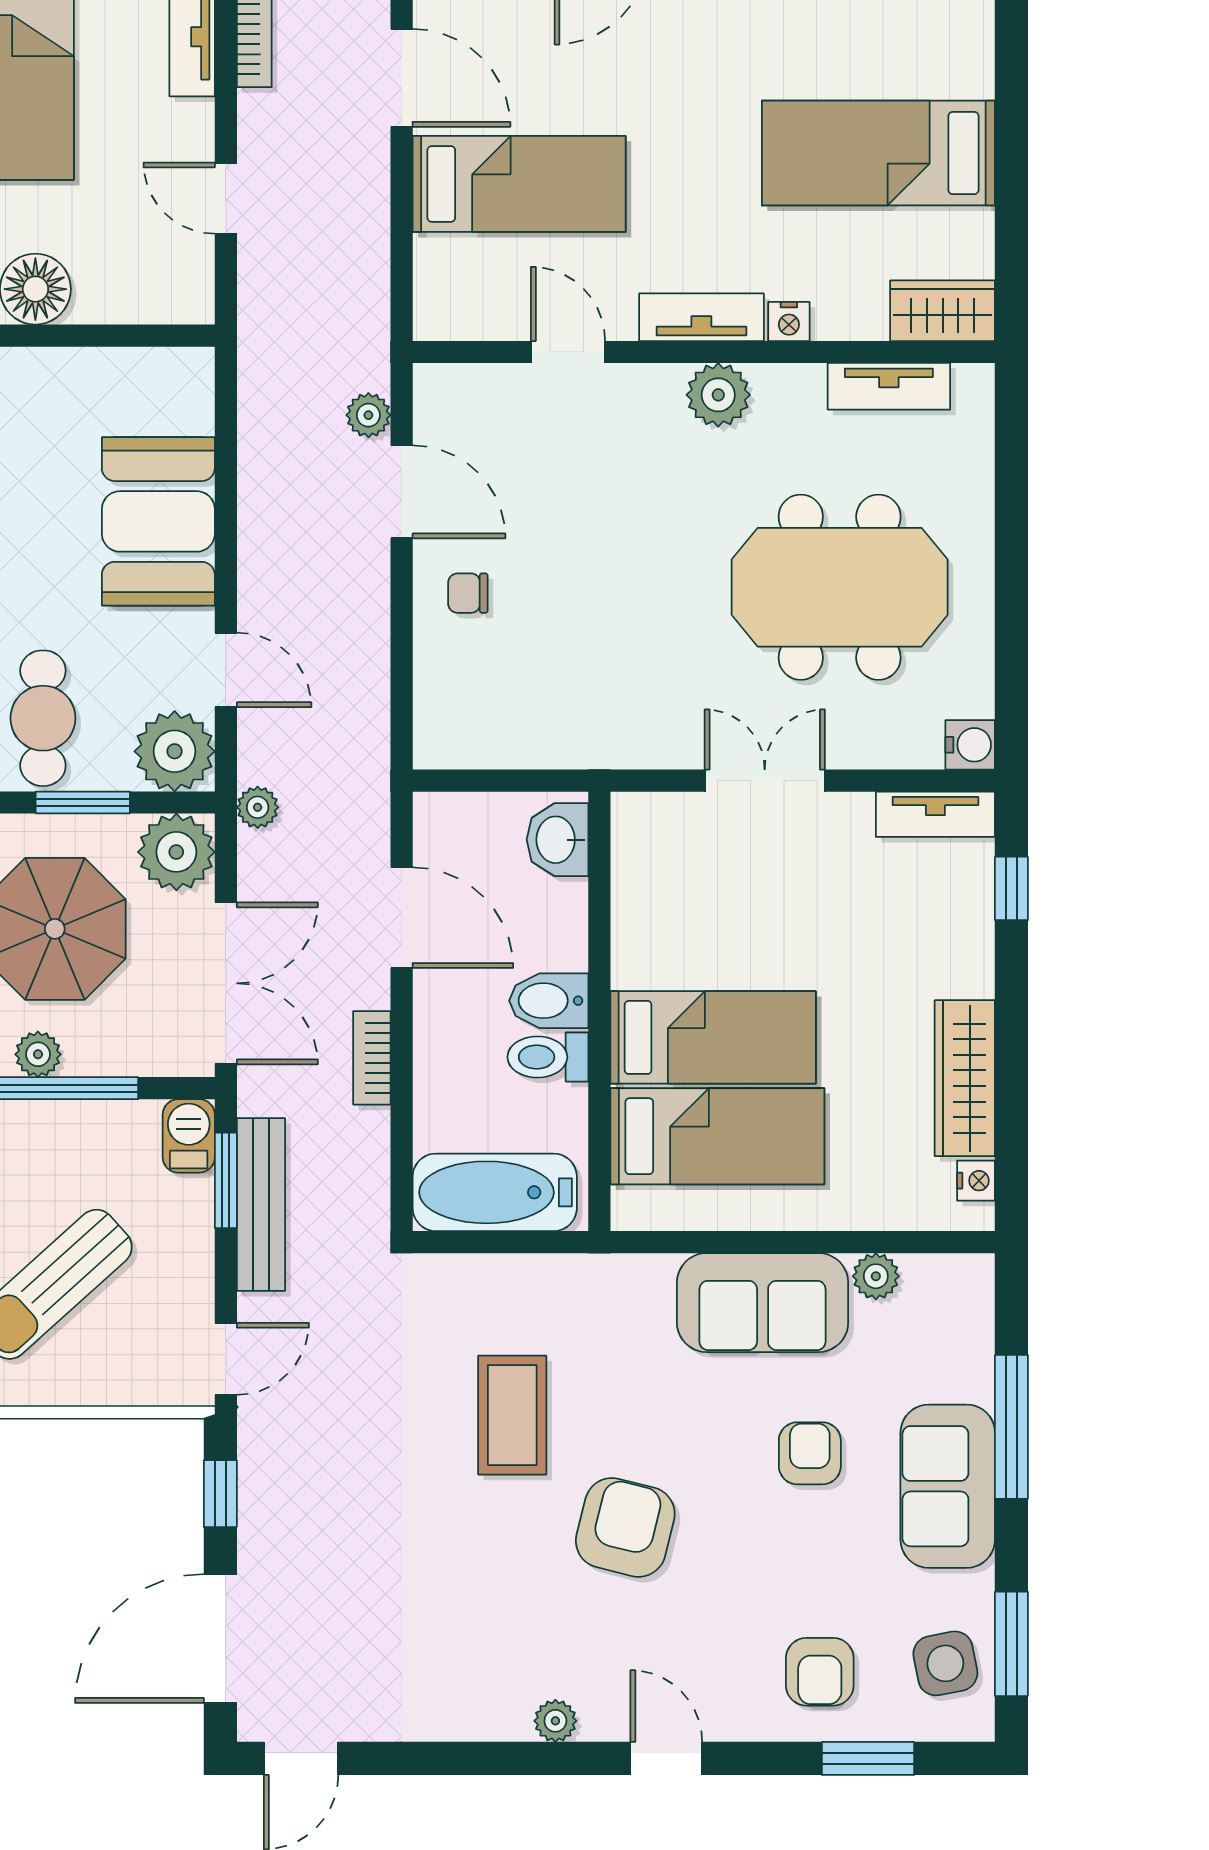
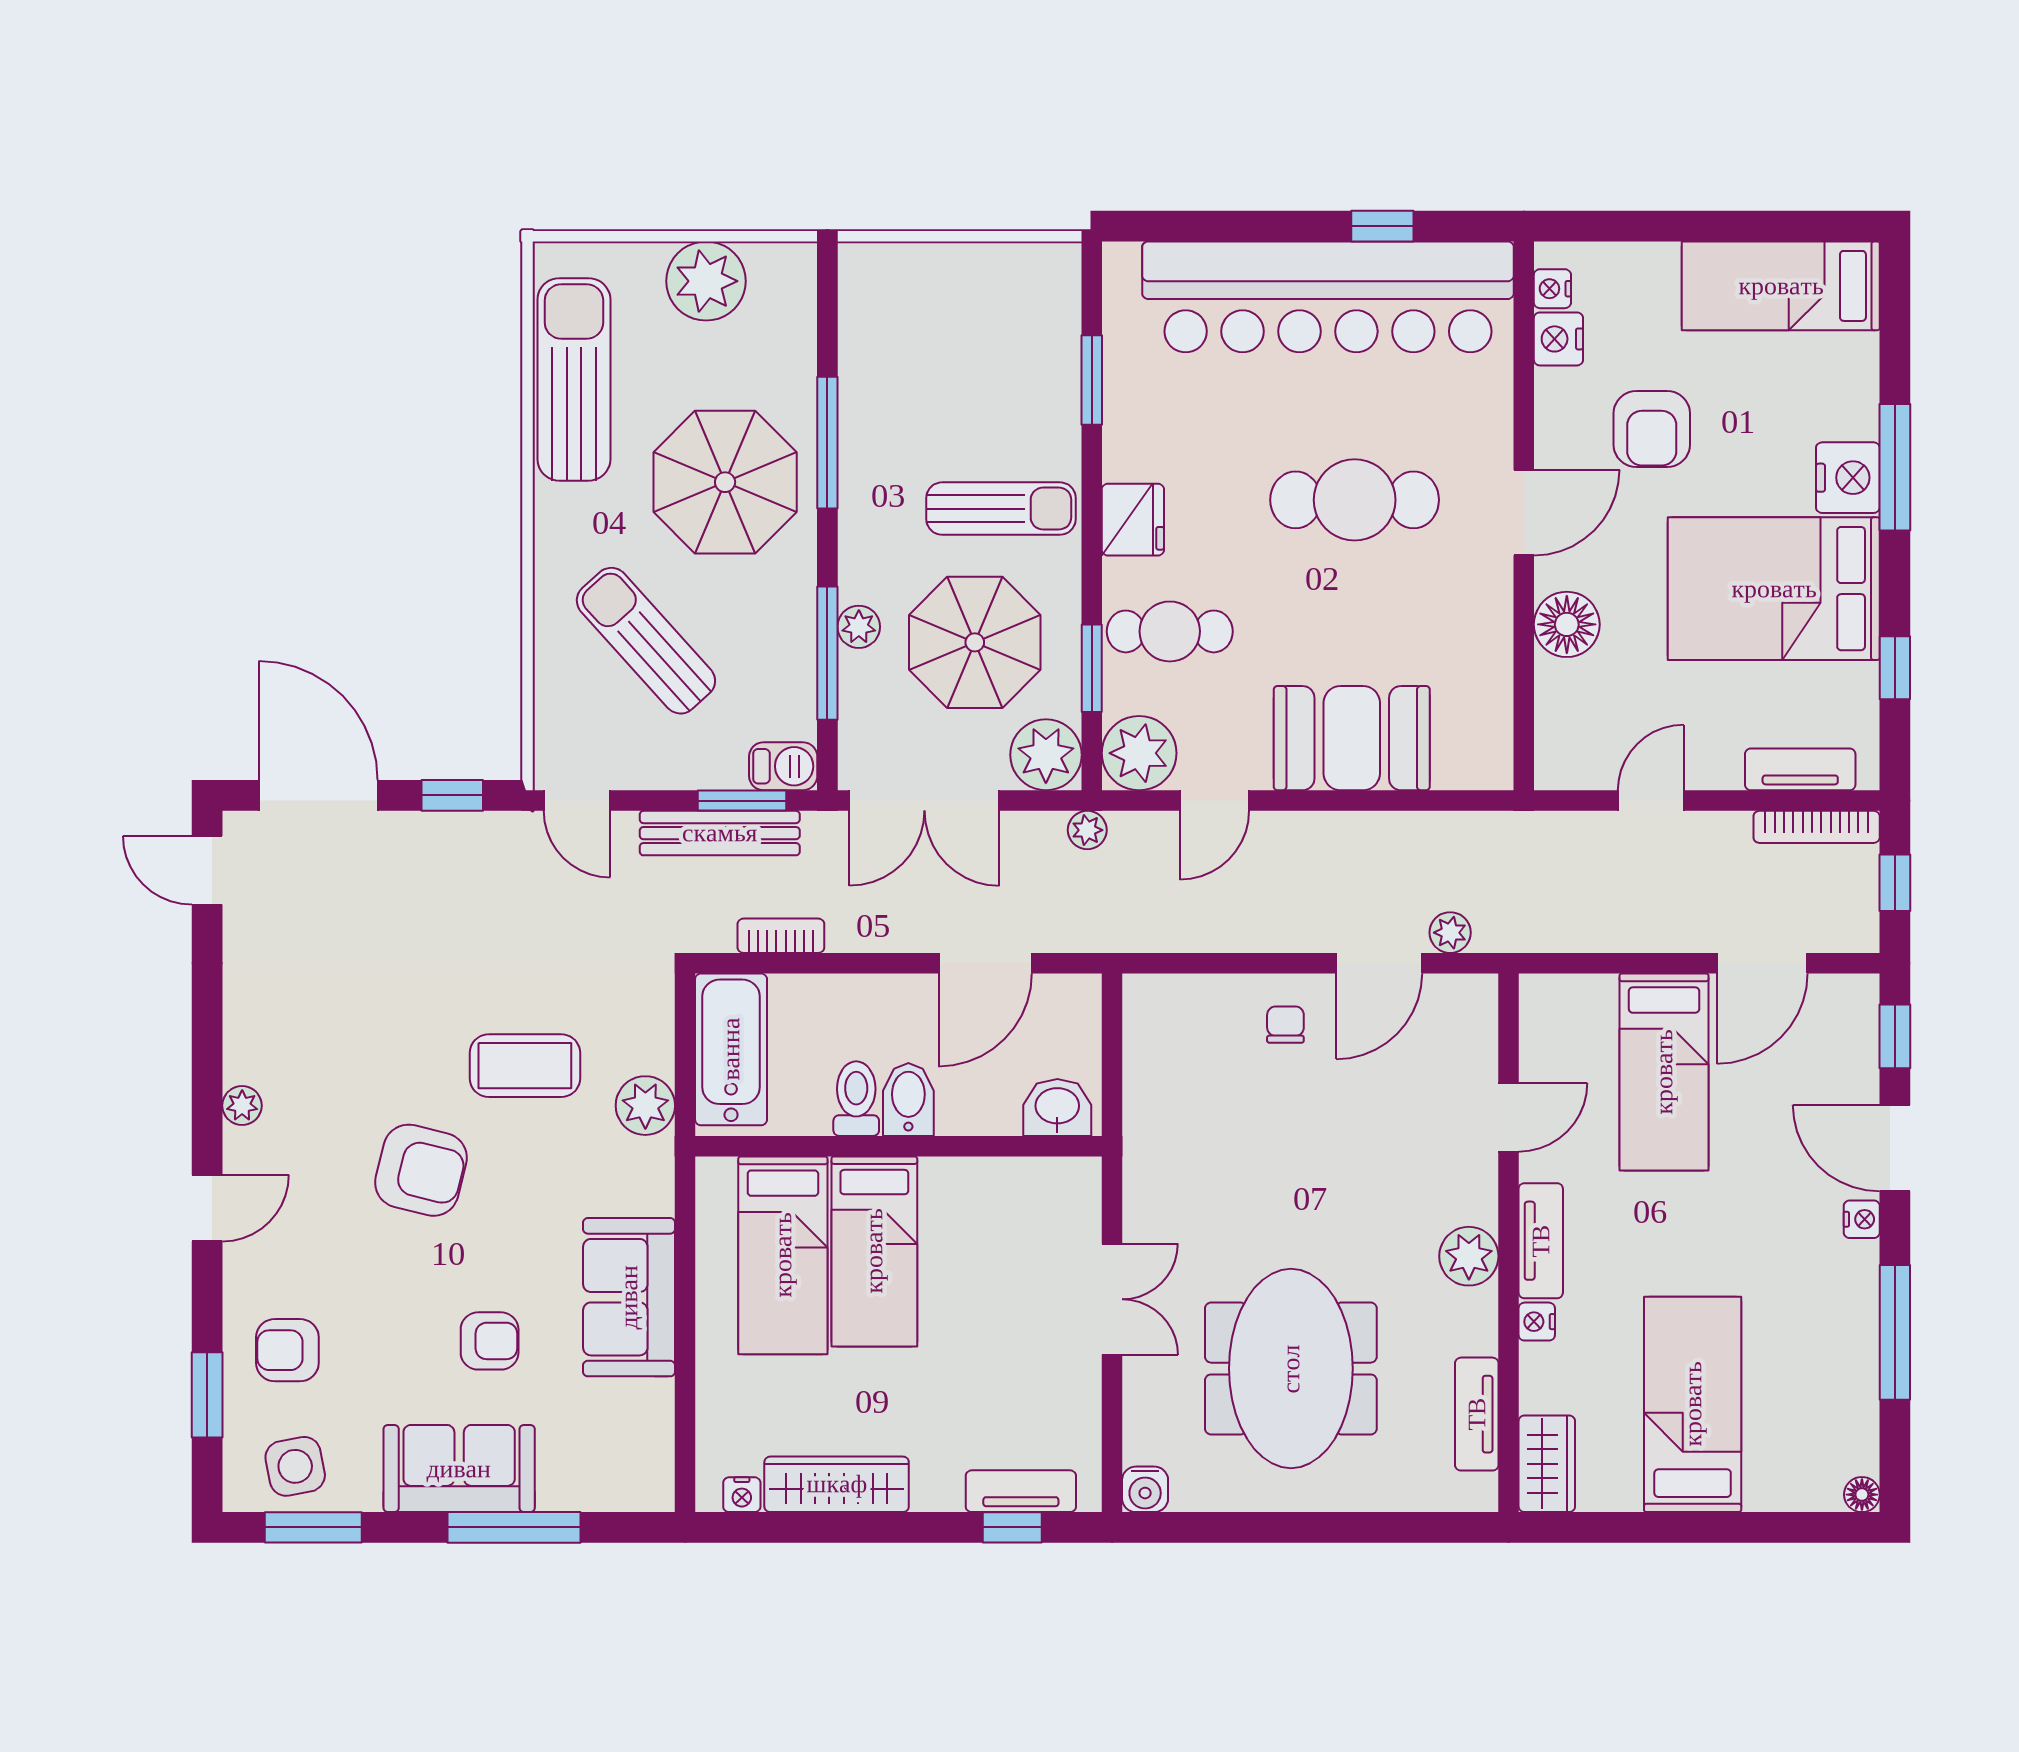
tv unit: (935, 814) -> (1021, 1491), moved, turned 90
bookcase: (372, 1058) -> (781, 936), moved
plant: (876, 1276) -> (645, 1106), moved, width x1.38, depth x1.38

